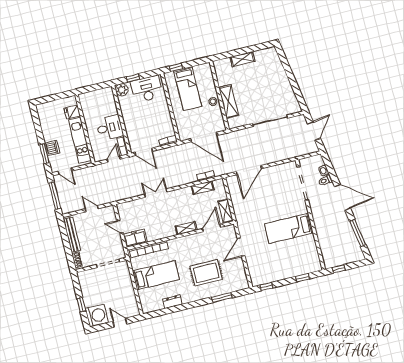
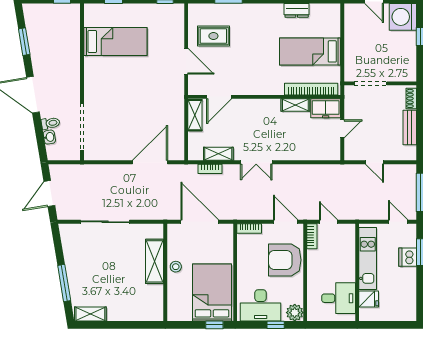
shelving: (242, 59) -> (90, 314), moved
window: (288, 71) -> (64, 283), added
bed: (188, 89) -> (212, 292), width x1.50
armchair: (138, 125) -> (285, 260), added
desk: (110, 128) -> (339, 298), moved, turned 180
door: (114, 159) -> (328, 222), swing flipped
double door: (156, 193) -> (256, 162), moved
door: (120, 227) -> (342, 129), hinge flipped
shelving: (186, 228) -> (295, 105), moved
bed: (289, 228) -> (115, 41), moved
window: (358, 233) -> (24, 42), width x0.69
bench: (72, 235) -> (410, 127), width x0.73
door: (241, 247) -> (186, 61), hinge flipped
rug: (206, 273) -> (213, 36), moved, width x0.73, depth x0.70

